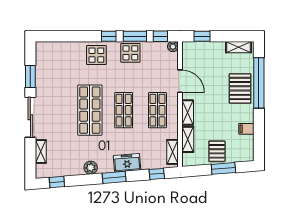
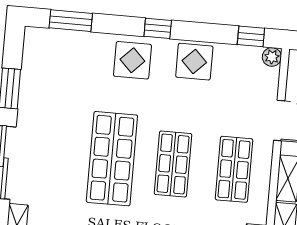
window: (135, 36) -> (71, 21), moved

